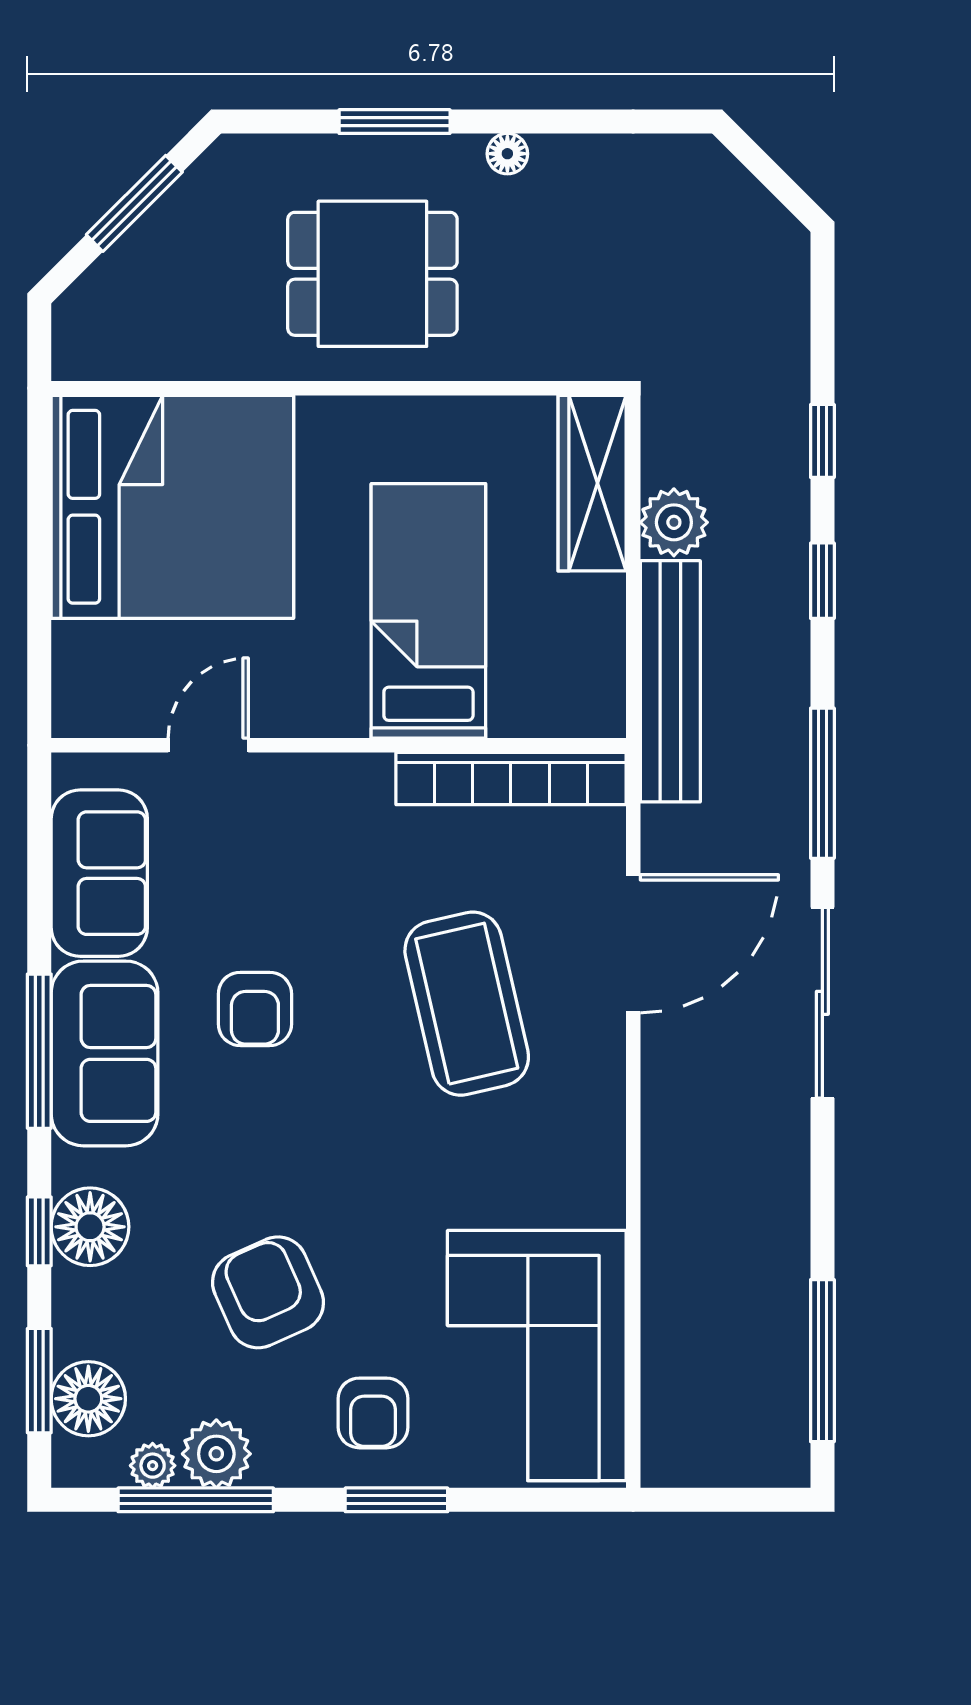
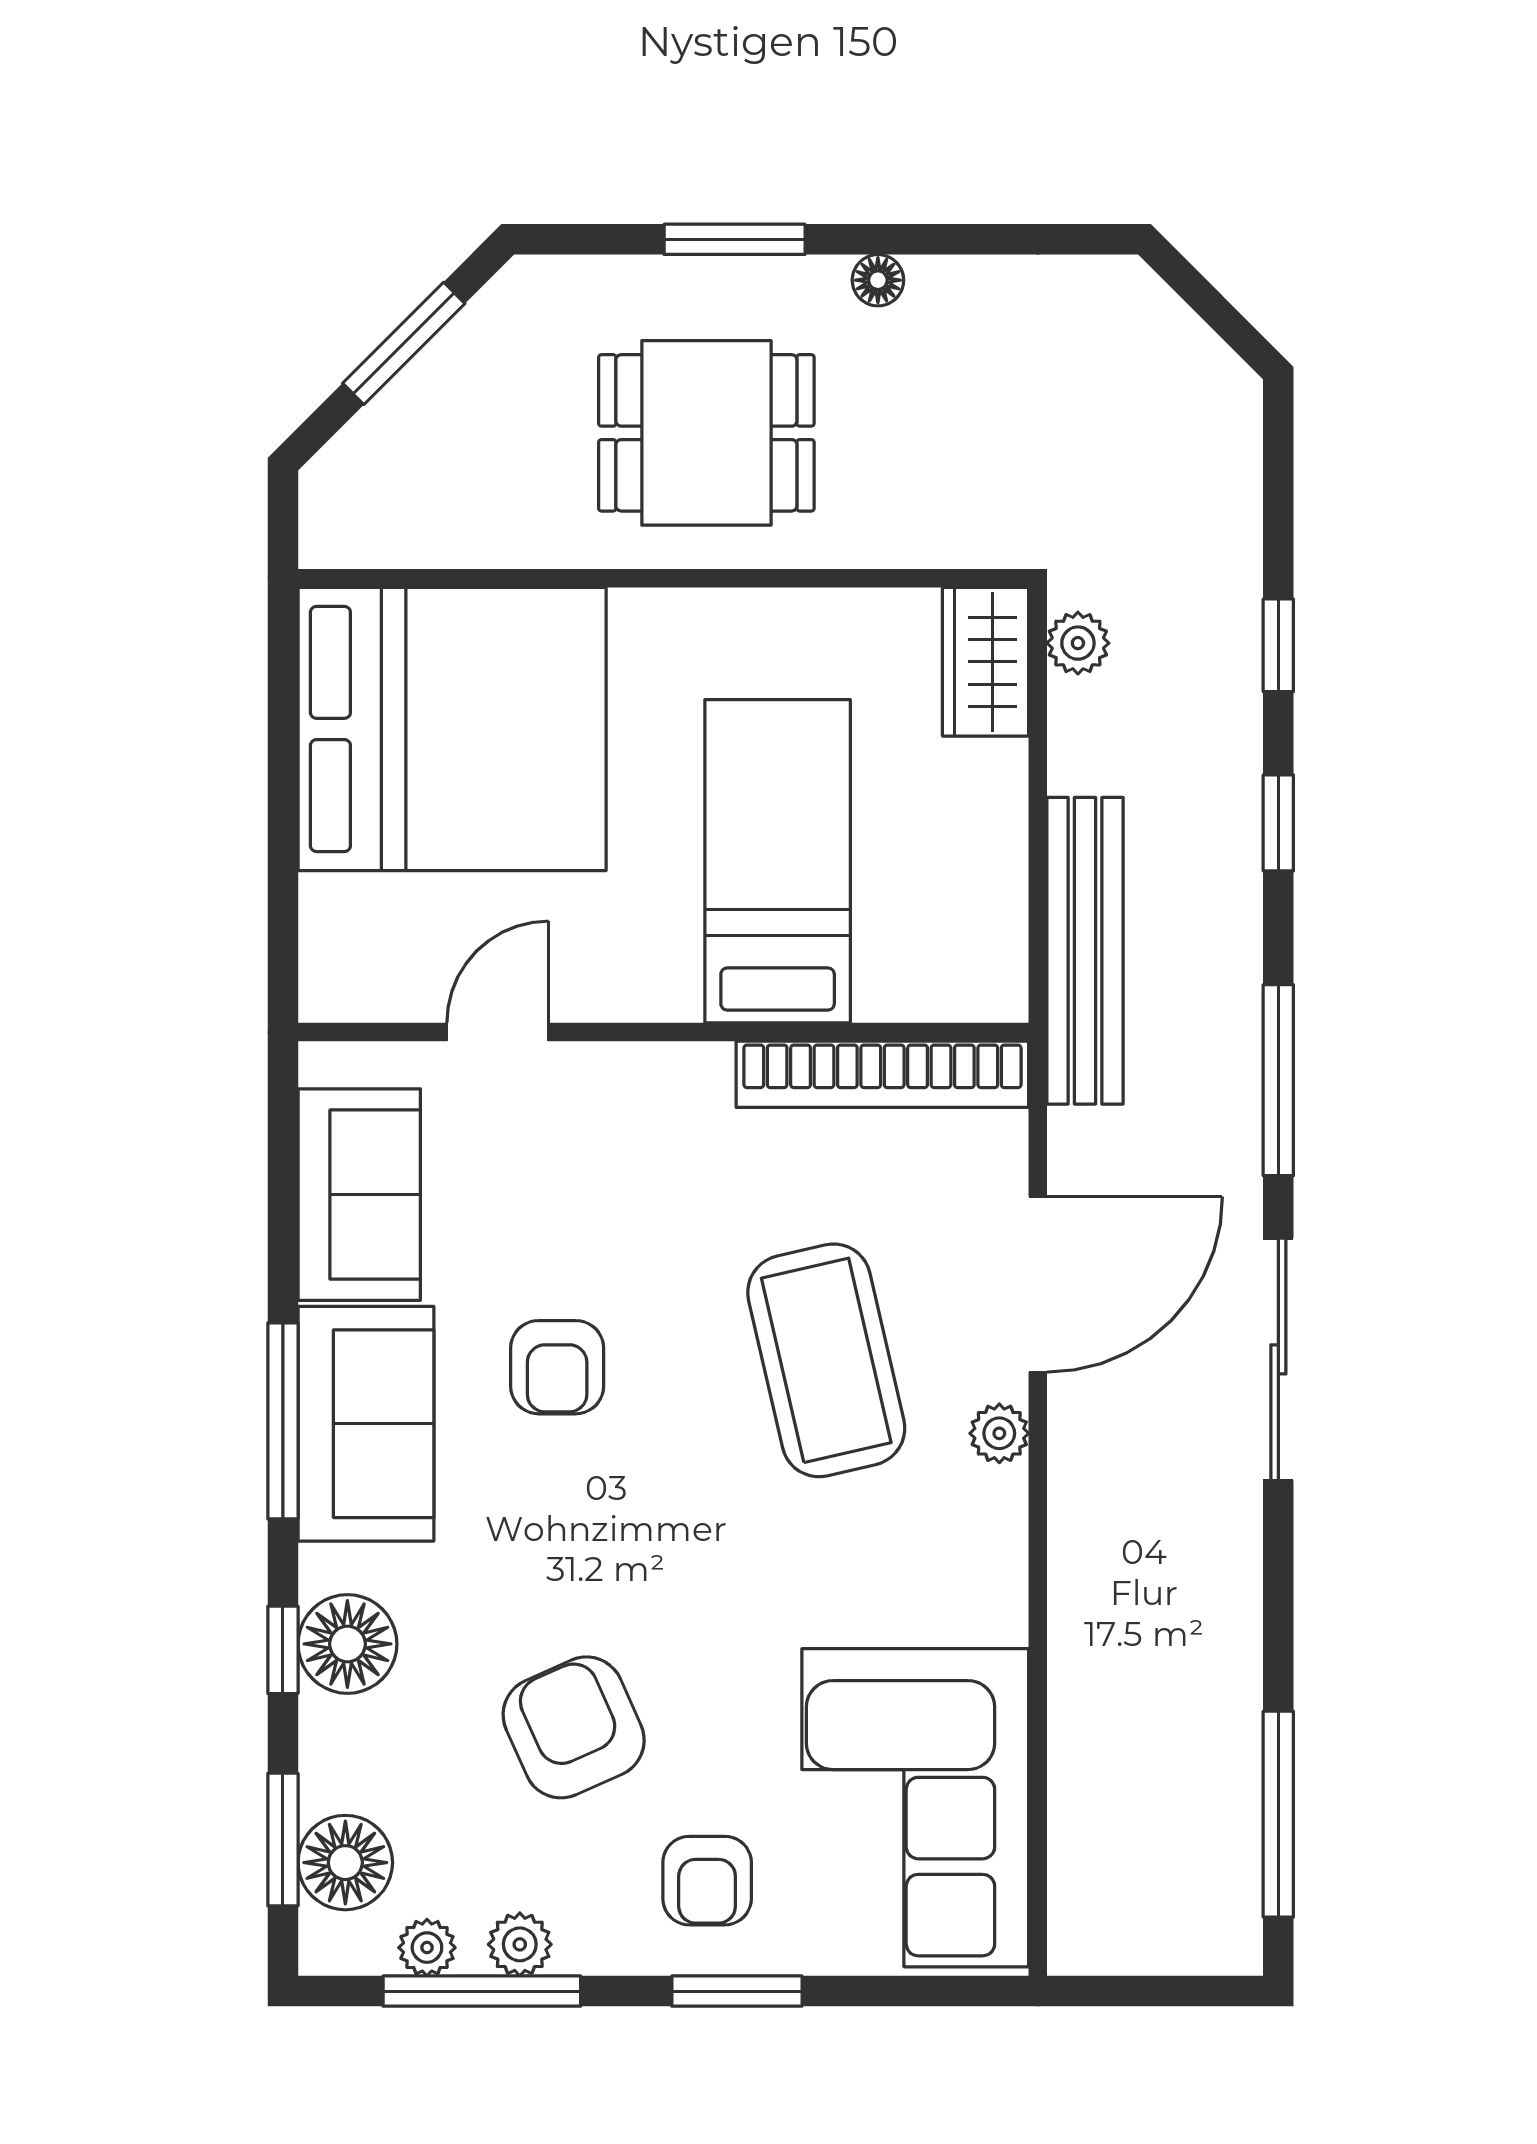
wardrobe: (592, 483) -> (986, 662), width x0.67
plant: (674, 522) -> (1078, 643), moved, width x0.73, depth x0.73
plant: (603, 1061) -> (999, 1433), added
plant: (216, 1454) -> (520, 1944), width x0.73, depth x0.73

